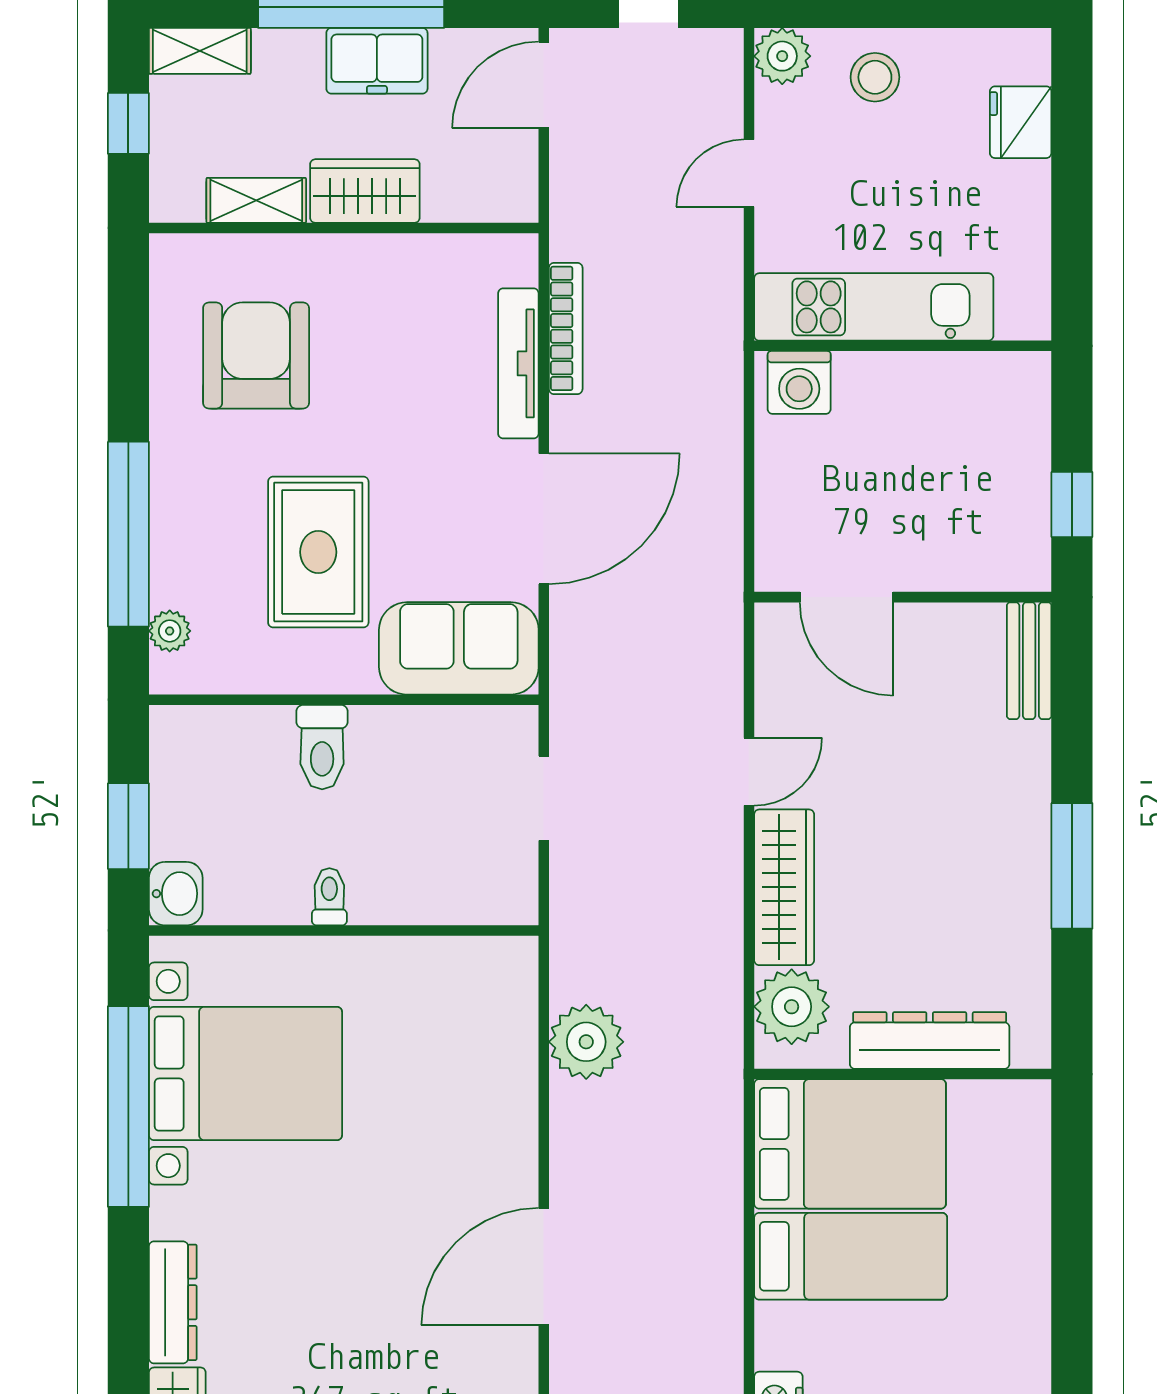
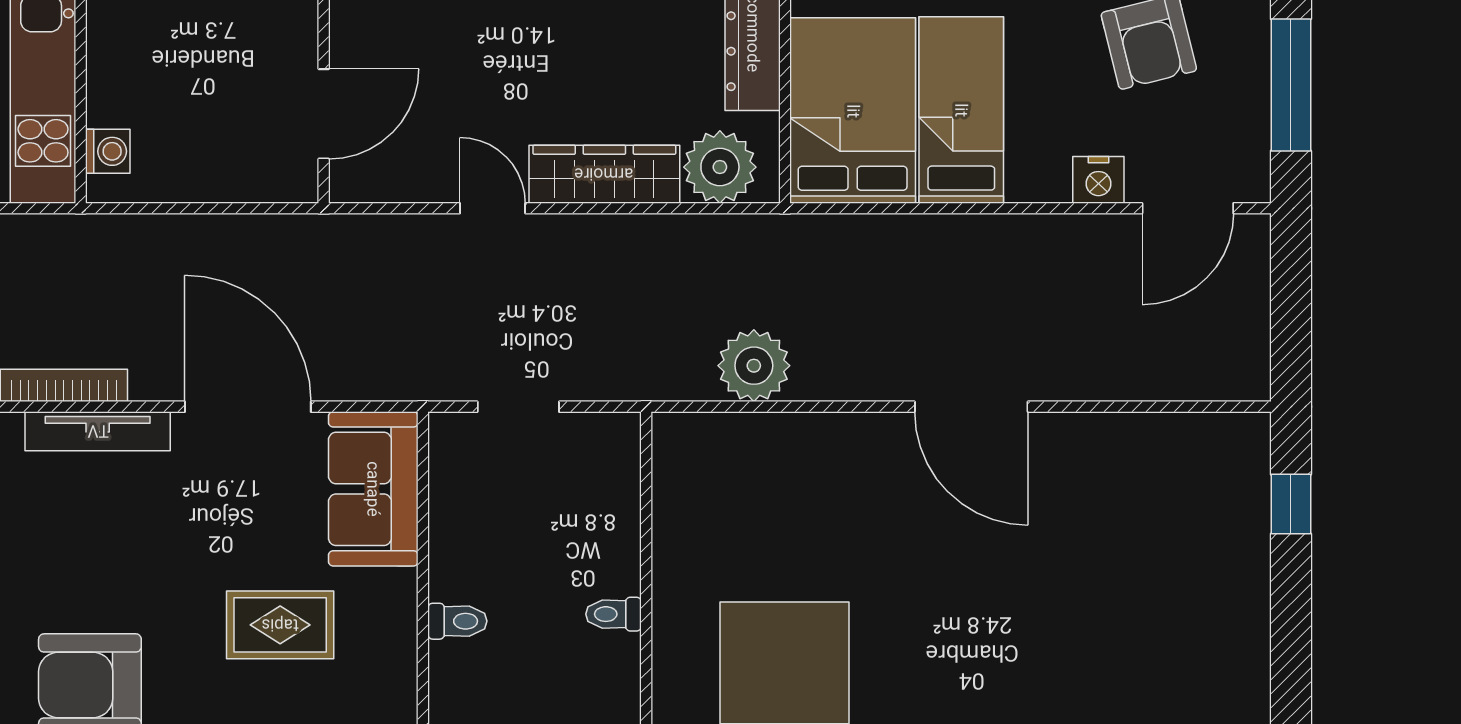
washing machine: (799, 382) -> (108, 151), width x0.73, depth x0.73
rug: (318, 552) -> (280, 625), width x0.73, depth x0.70
toilet: (322, 747) -> (457, 621), width x0.73, depth x0.72

